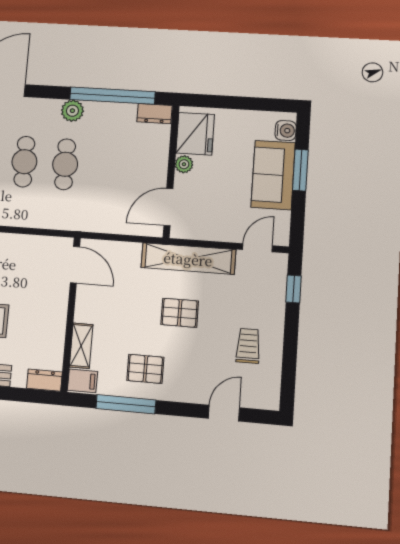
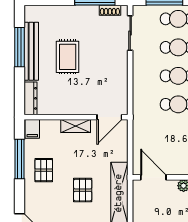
shelving: (81, 346) -> (76, 126), moved
dresser: (44, 380) -> (30, 98), width x1.44

